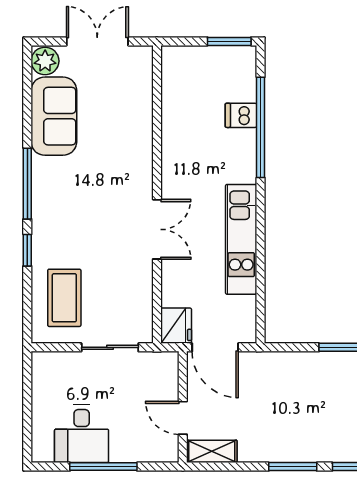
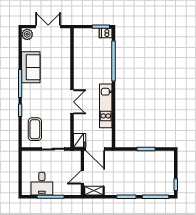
dishwasher: (241, 115) -> (106, 33), moved
sofa: (54, 116) -> (31, 67), moved
door: (183, 418) -> (82, 177), hinge flipped

